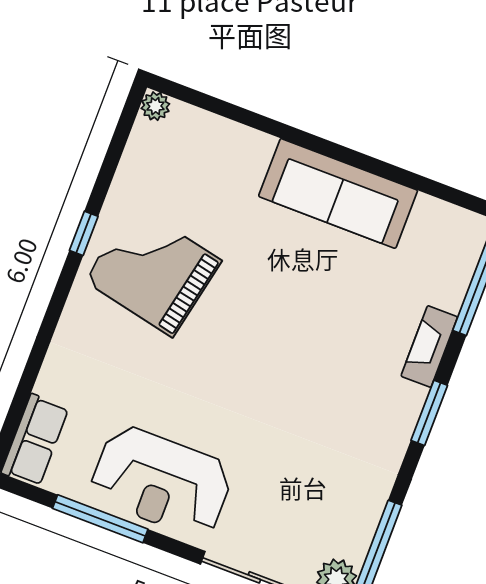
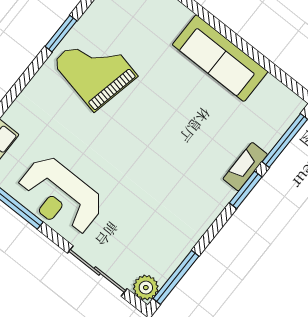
window: (84, 233) -> (61, 34), width x1.50
window: (429, 413) -> (246, 190), moved

